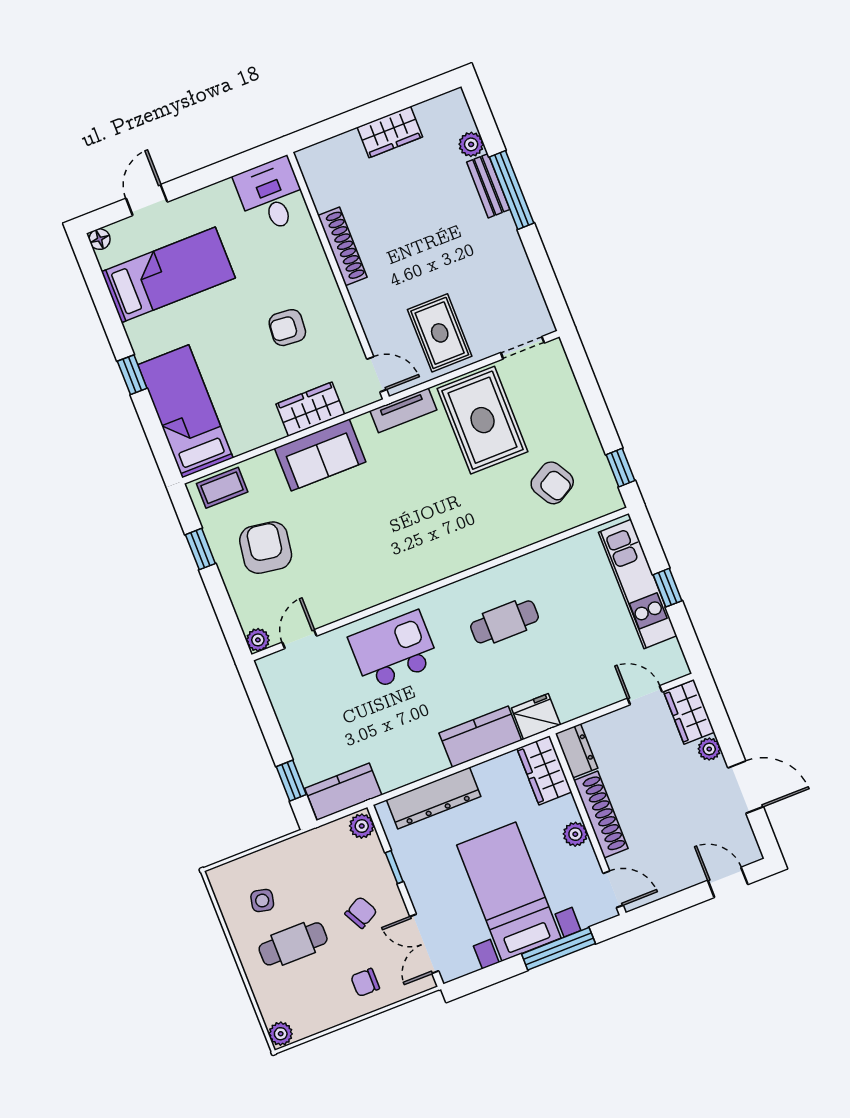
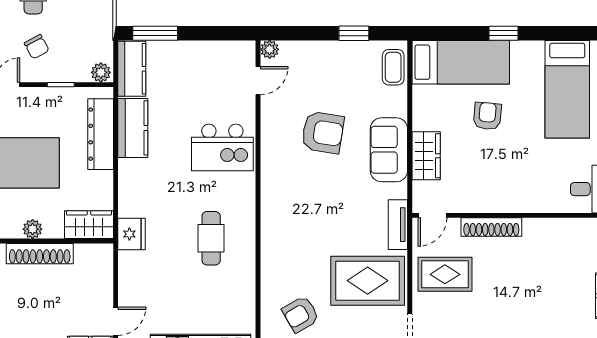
shoe rack: (342, 246) -> (491, 227), moved
armchair: (287, 328) -> (487, 116), moved
armchair: (266, 548) -> (323, 132), moved
door: (299, 639) -> (258, 81), hinge flipped
kitchen island: (394, 650) -> (222, 147), turned 90
kitchen counter: (480, 737) -> (133, 128), moved
dresser: (576, 751) -> (94, 254), removed
window: (291, 781) -> (155, 33), width x1.50

